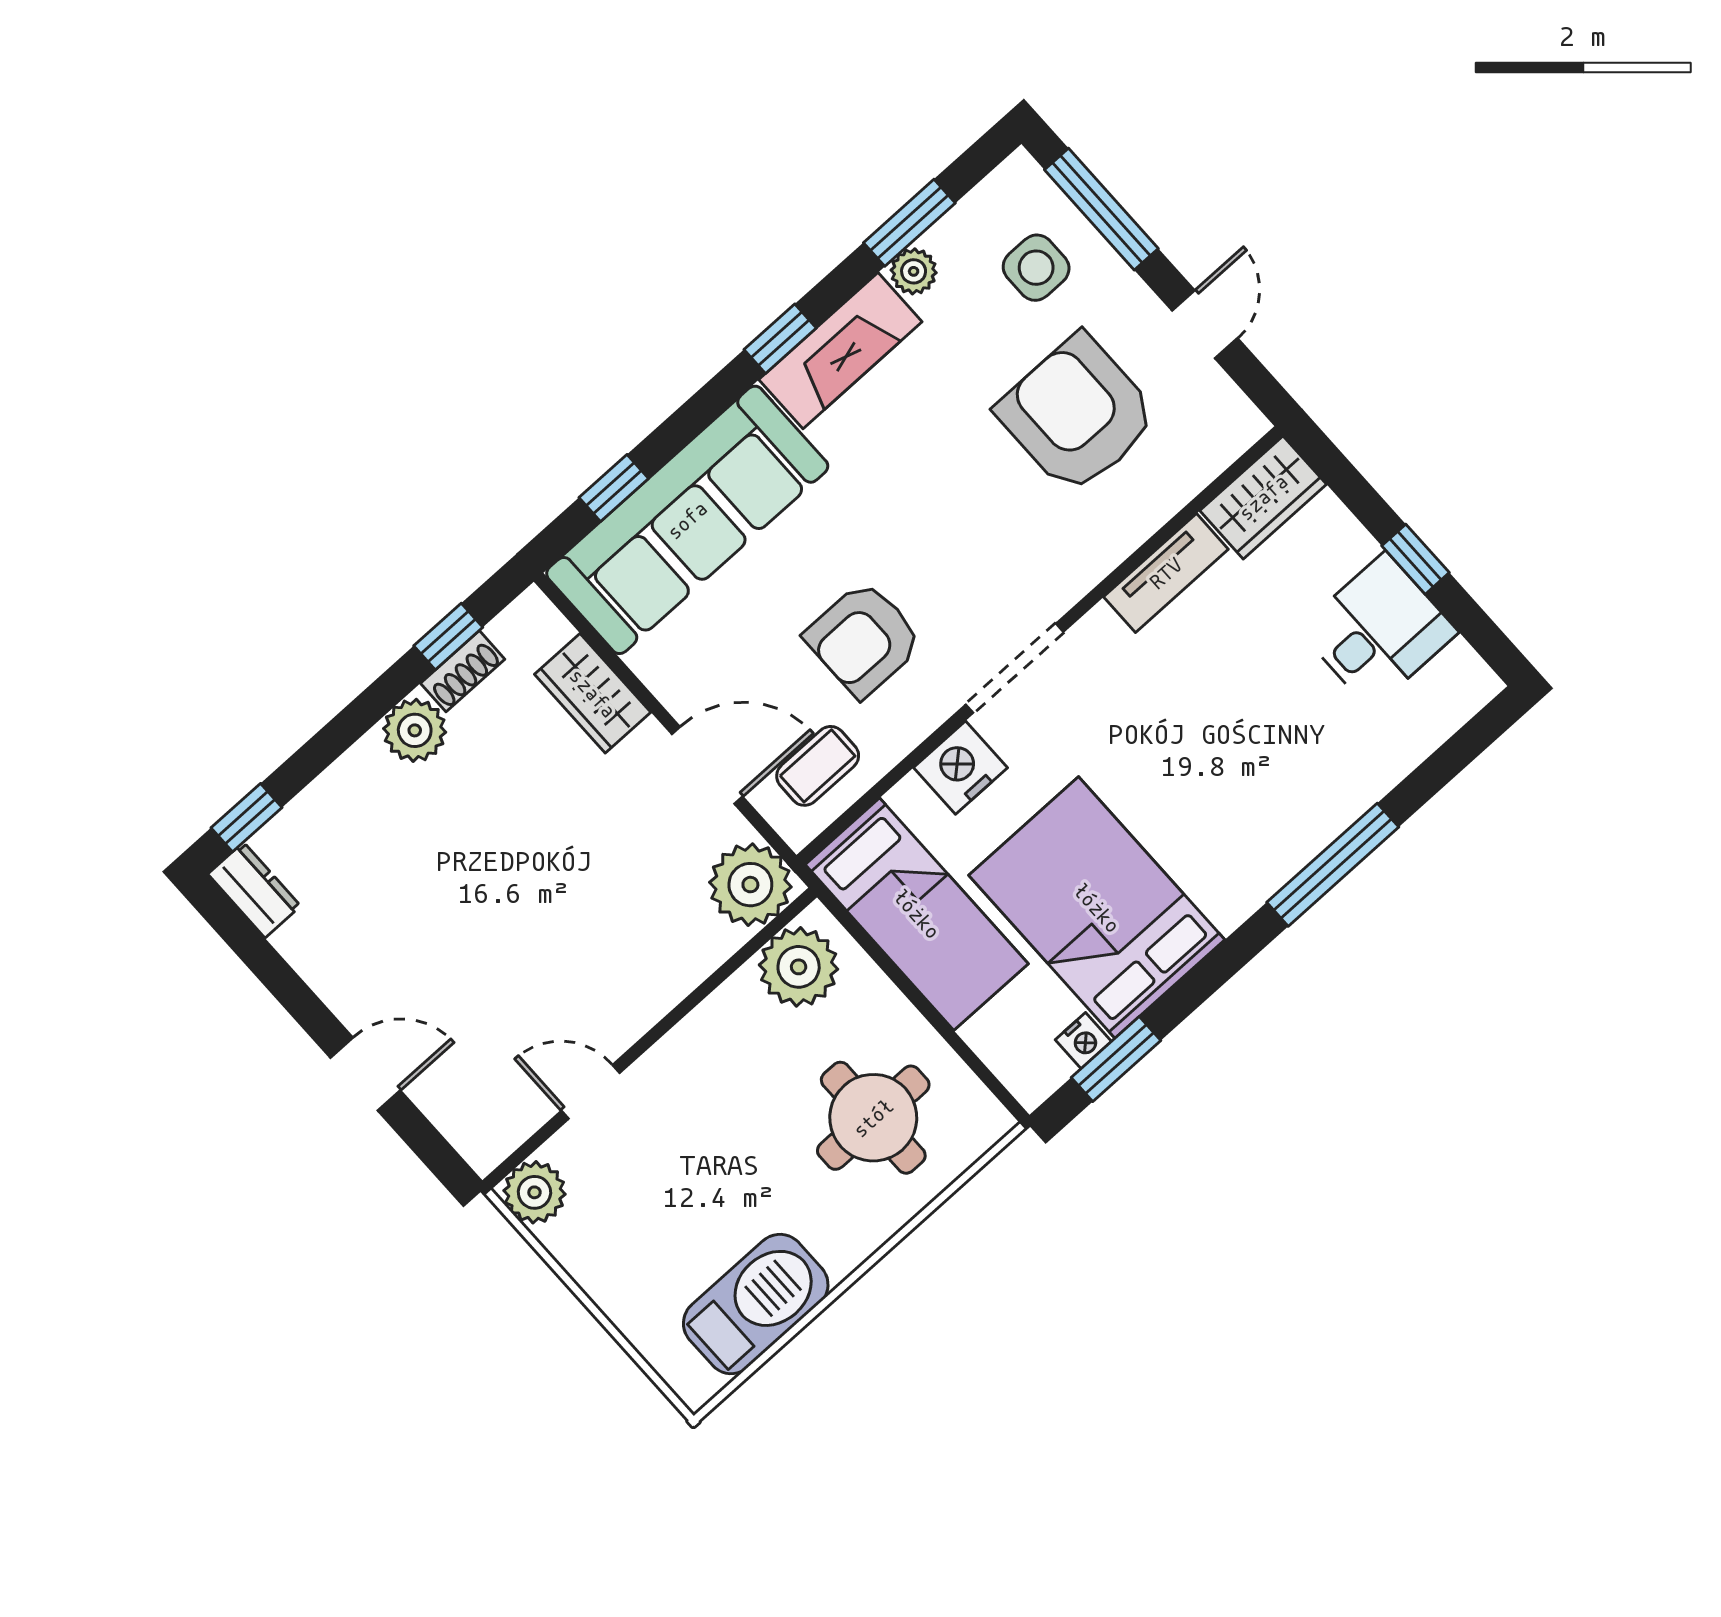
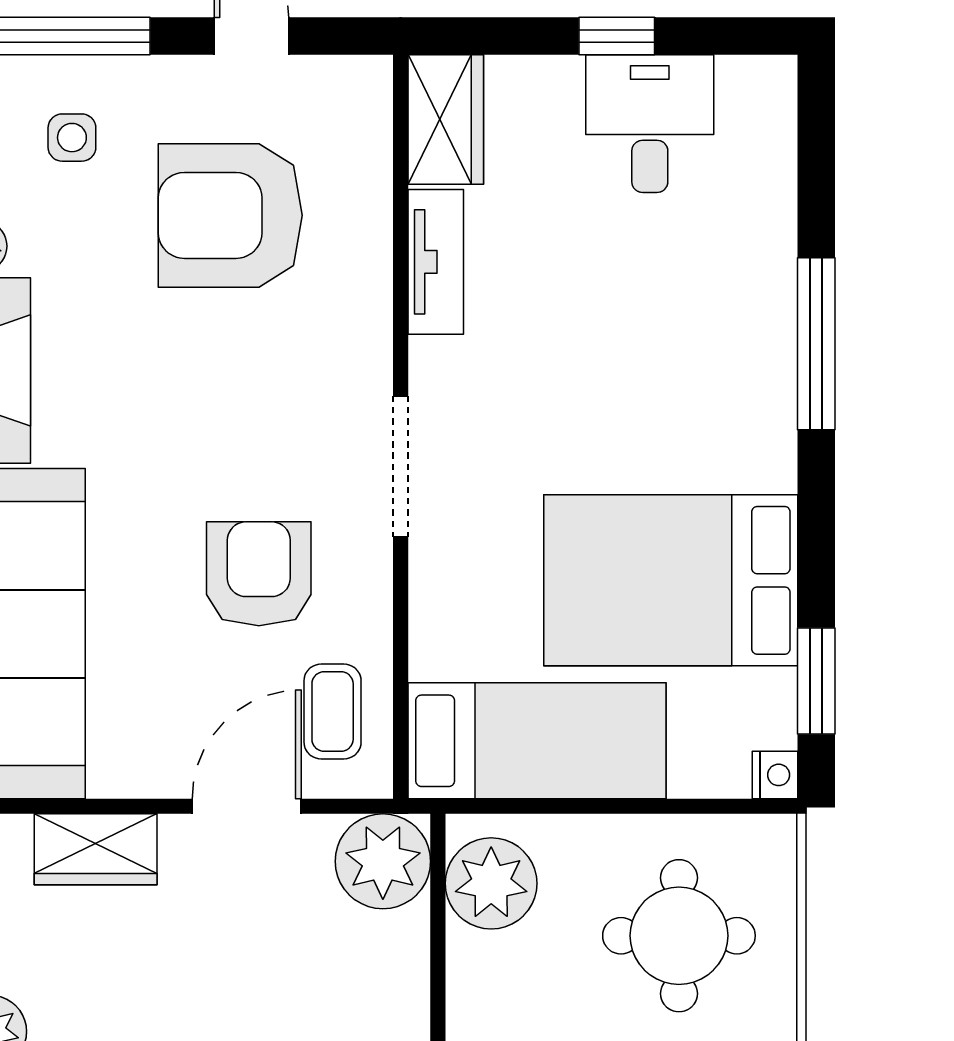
side table: (1036, 268) -> (72, 138), width x0.73, depth x0.73
armchair: (864, 639) -> (259, 574), turned 180
nightstand: (960, 768) -> (444, 590), removed
nightstand: (1083, 1041) -> (775, 775), moved

